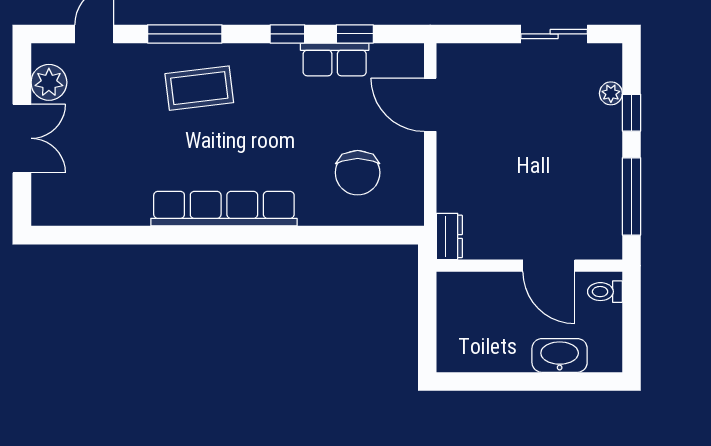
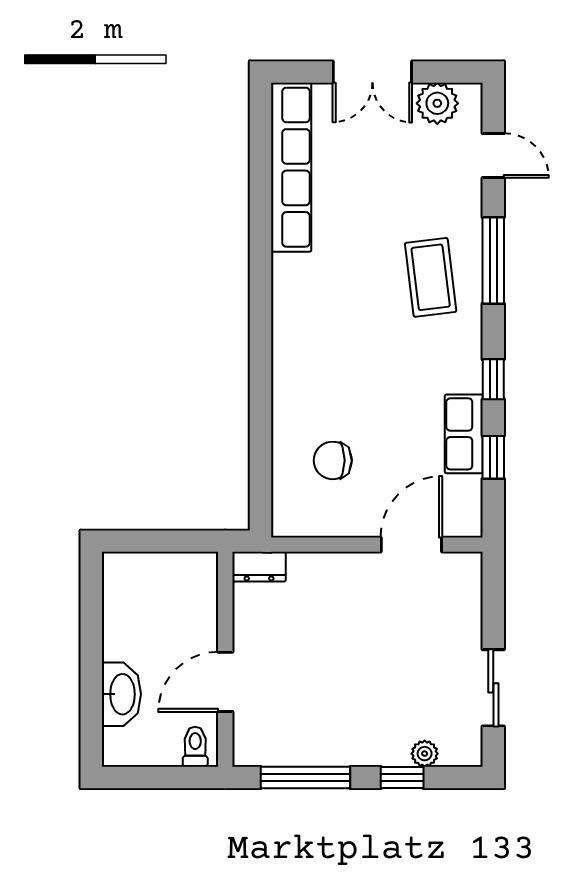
chair: (358, 173) -> (333, 460), width x0.73, depth x0.73
row of seats: (224, 209) -> (291, 167), moved

